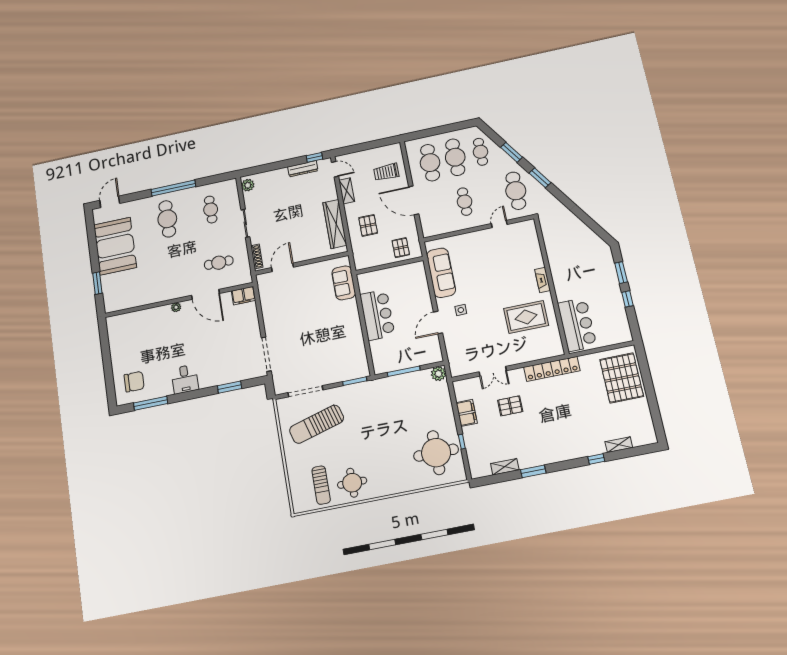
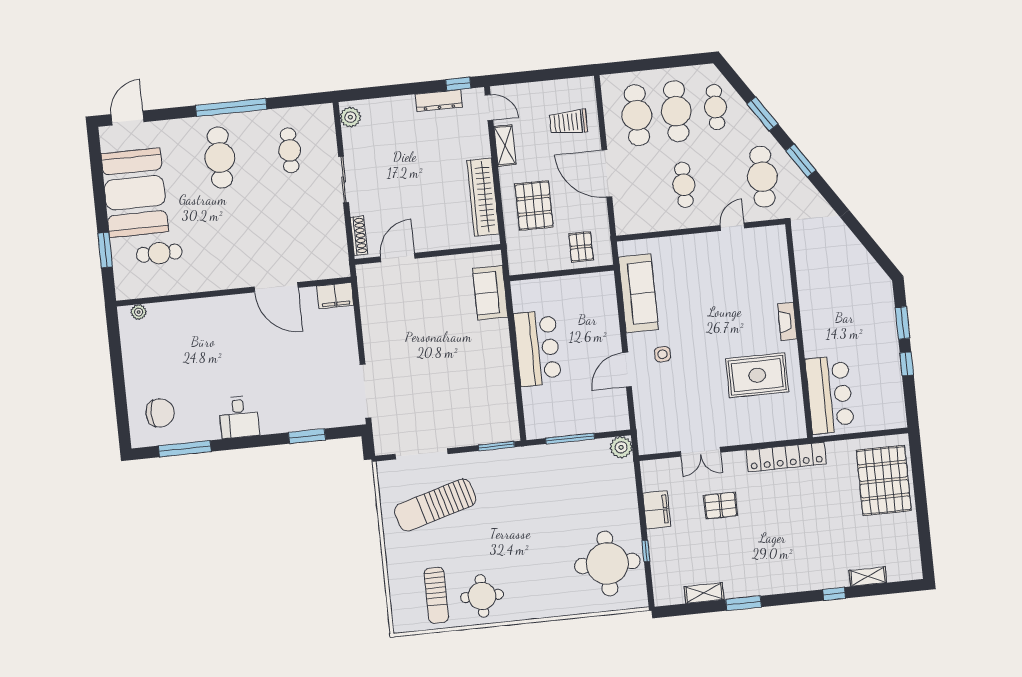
pallet: (368, 225) -> (534, 206), width x1.50, depth x1.42
cafe table: (219, 263) -> (159, 253), moved
plant: (176, 307) -> (139, 312), moved

